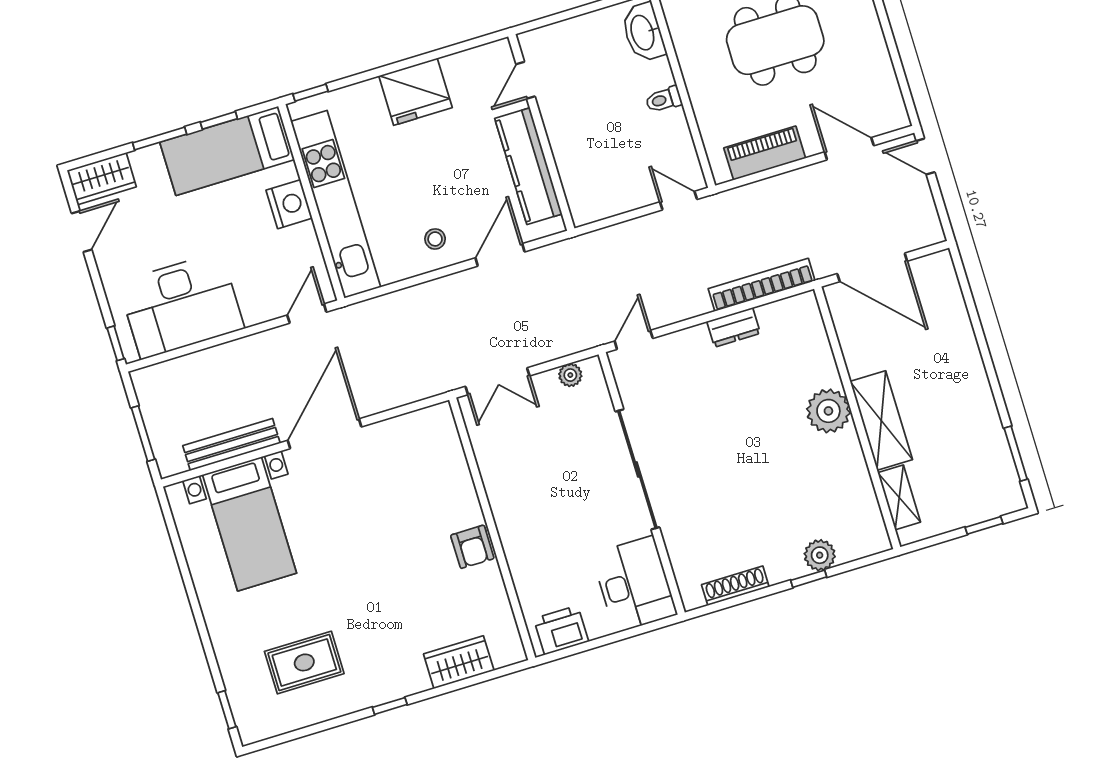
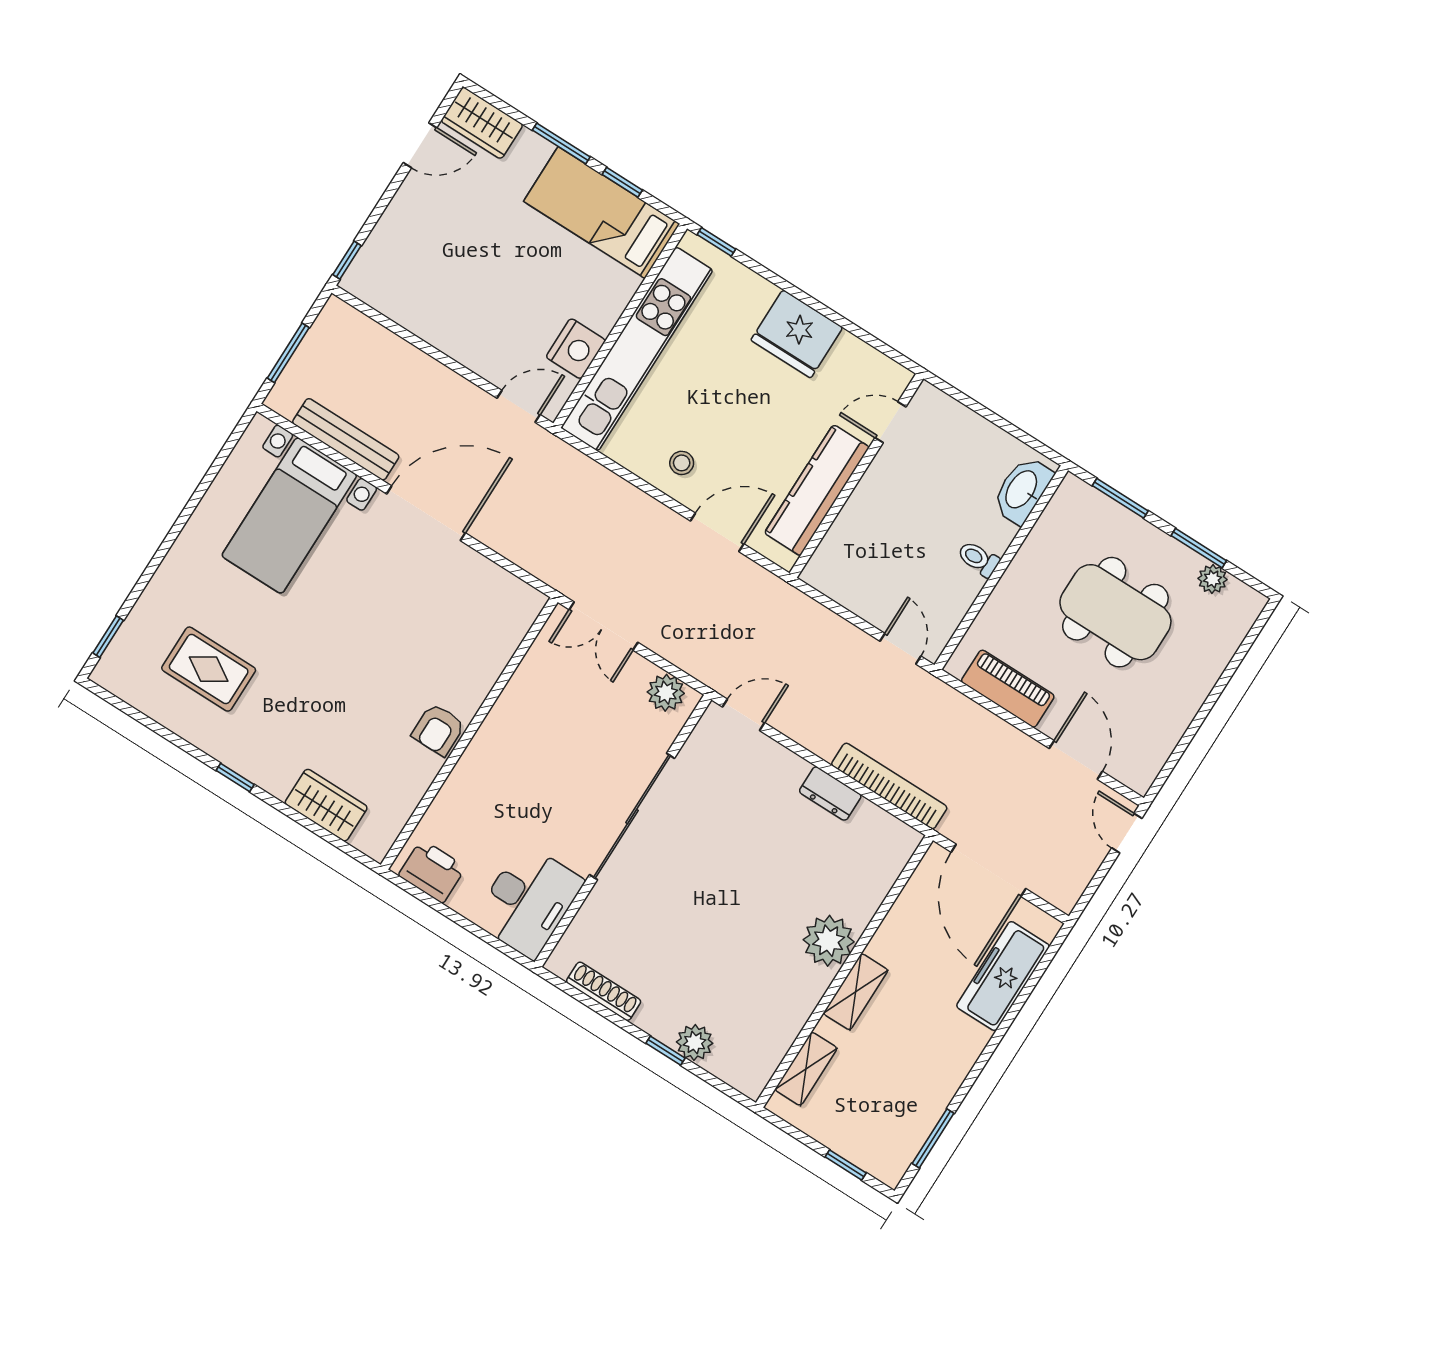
nightstand: (289, 204) -> (576, 349), moved
desk: (181, 305) -> (430, 289), removed
freezer: (949, 317) -> (1003, 976), added
plant: (570, 375) -> (666, 693), width x1.38, depth x1.38
shelving: (881, 421) -> (856, 992), width x0.67, depth x0.75

